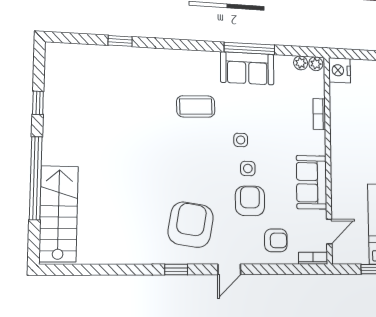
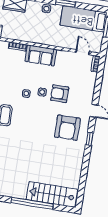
sofa: (312, 182) -> (41, 55), moved
armchair: (191, 225) -> (67, 128), turned -99
armchair: (276, 240) -> (83, 83), removed

